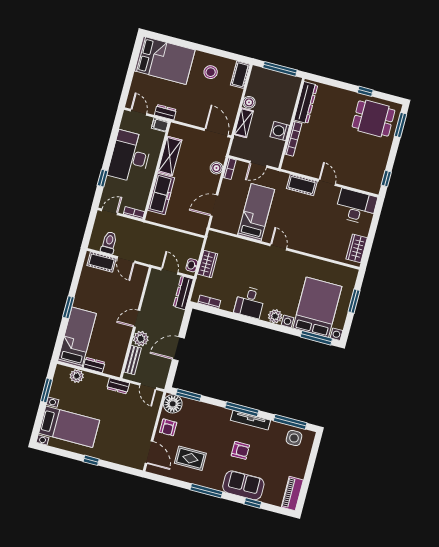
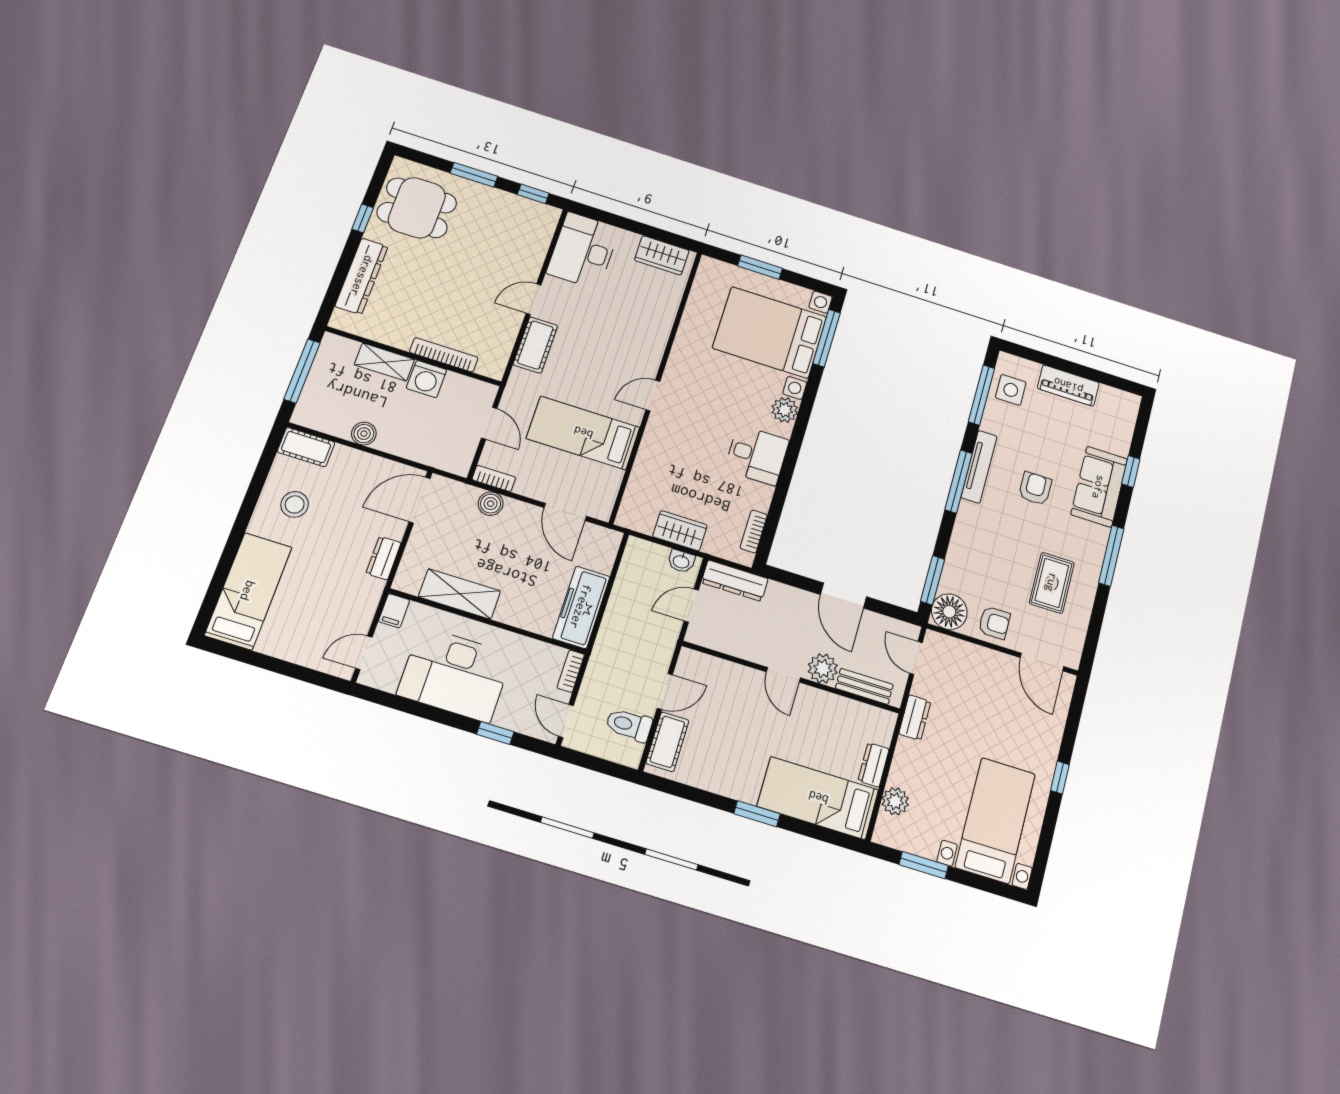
bed: (165, 60) -> (248, 591), width x0.67
dresser: (306, 103) -> (362, 276), moved, turned 90
dresser: (165, 112) -> (383, 558), moved
dining table: (374, 119) -> (417, 208), turned 90
shelving: (244, 123) -> (384, 362), moved
window: (400, 125) -> (474, 175), moved
freezer: (161, 194) -> (581, 607), moved, turned -90
door: (148, 386) -> (916, 658), swing flipped
door: (149, 452) -> (1042, 662), swing flipped
piano: (292, 494) -> (1068, 386), moved

